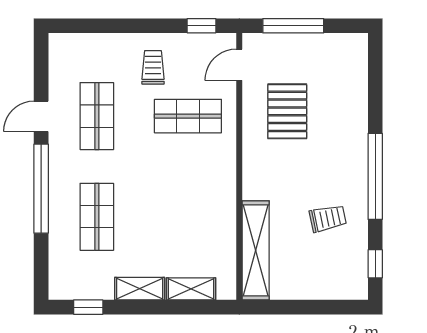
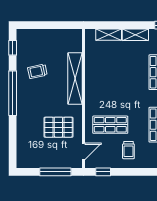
pallet: (287, 111) -> (58, 127), turned 90
shelving: (256, 250) -> (75, 78), moved

